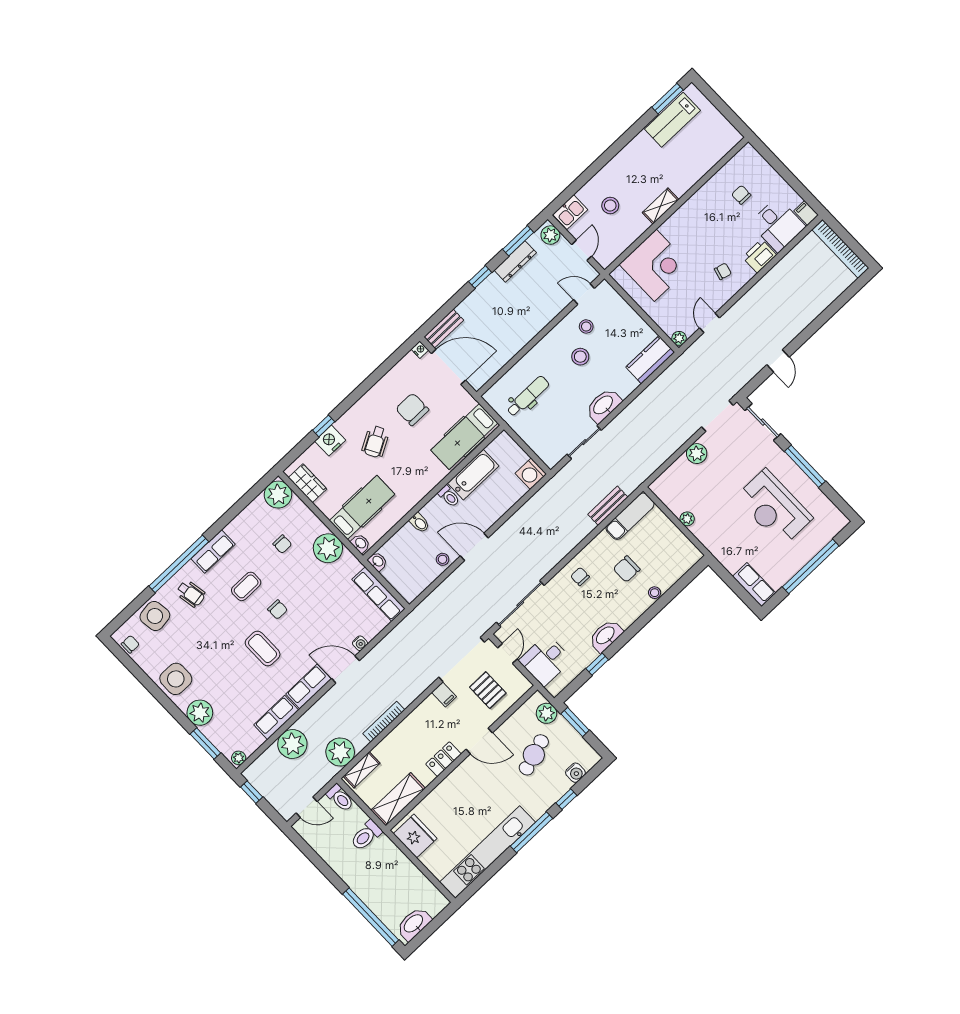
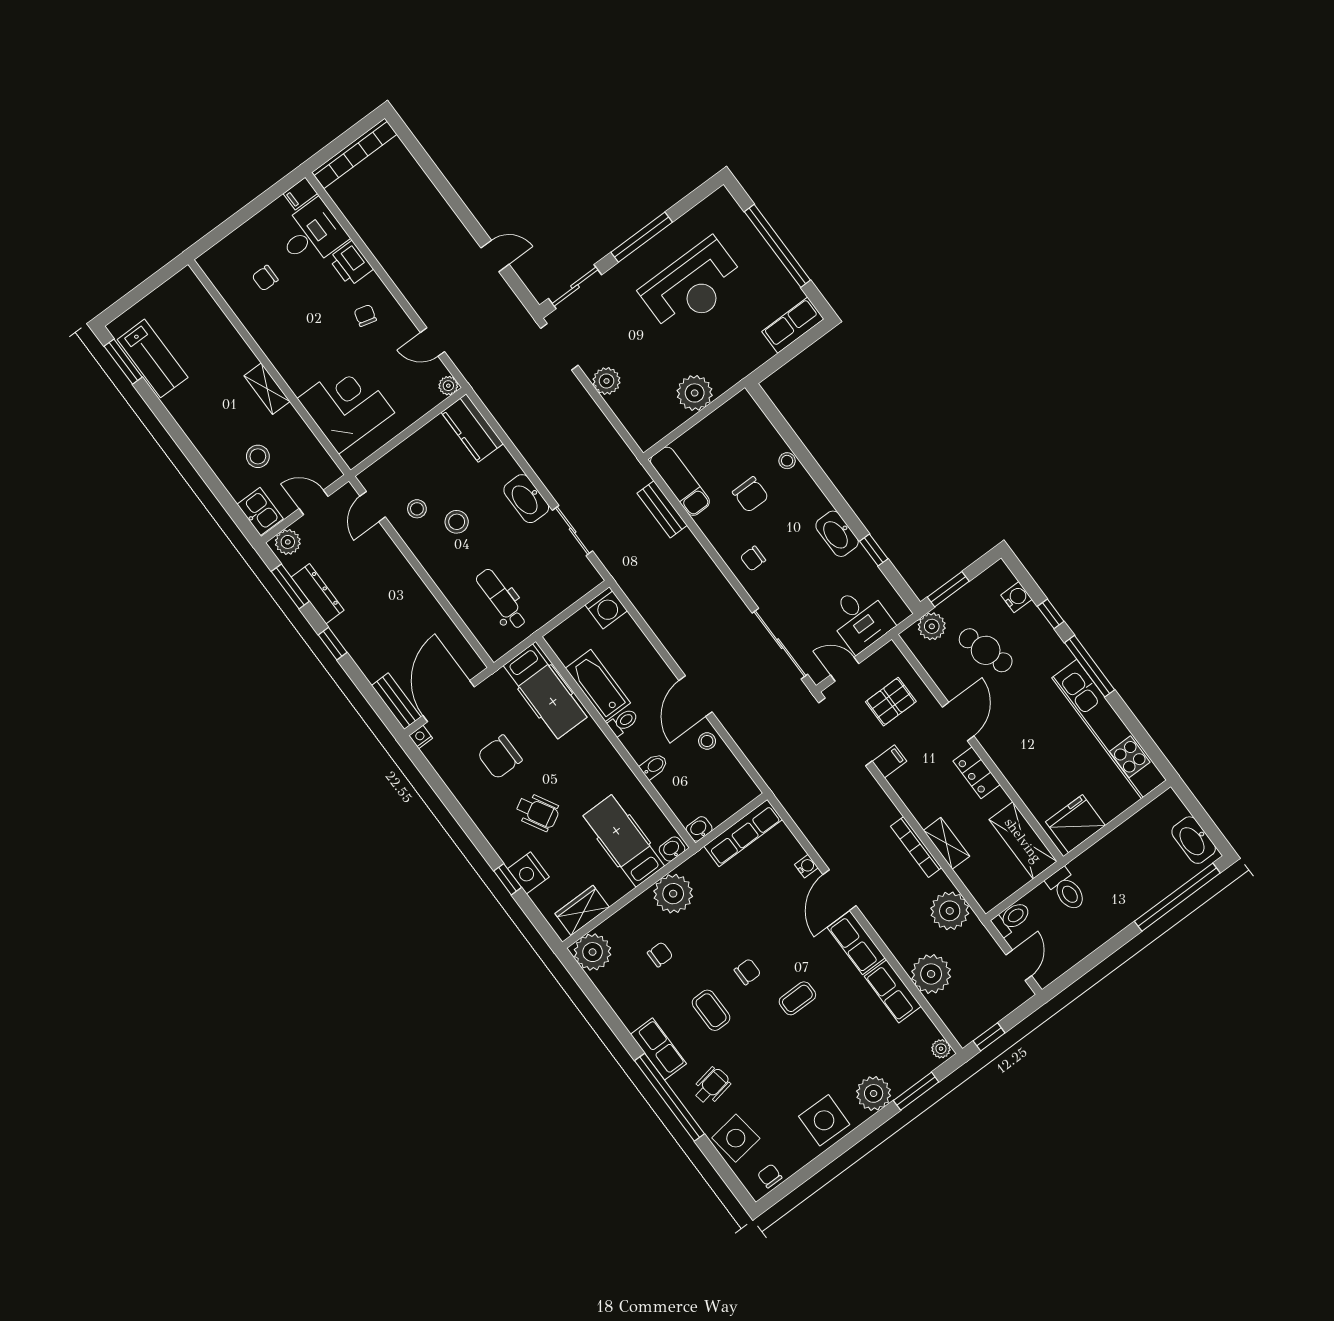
plant: (687, 519) -> (695, 393), width x1.88, depth x1.88
coffee table: (263, 648) -> (797, 998), width x0.73, depth x0.77
shelving: (362, 770) -> (946, 843), moved

